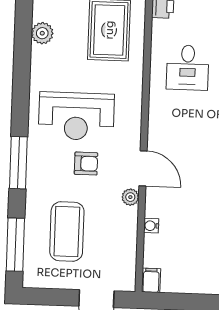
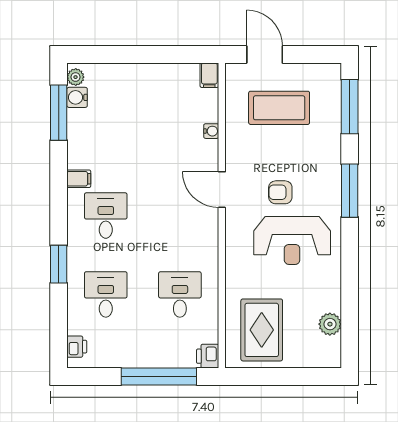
reception desk: (76, 116) -> (292, 240), turned 180
plant: (130, 197) -> (234, 160), removed
coffee table: (67, 231) -> (279, 108), moved, turned 90

